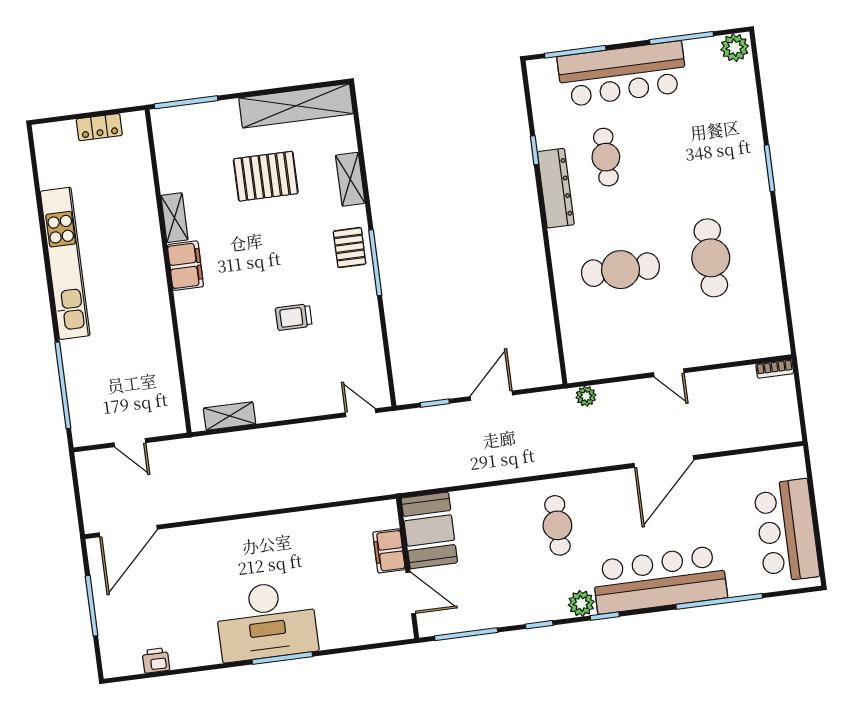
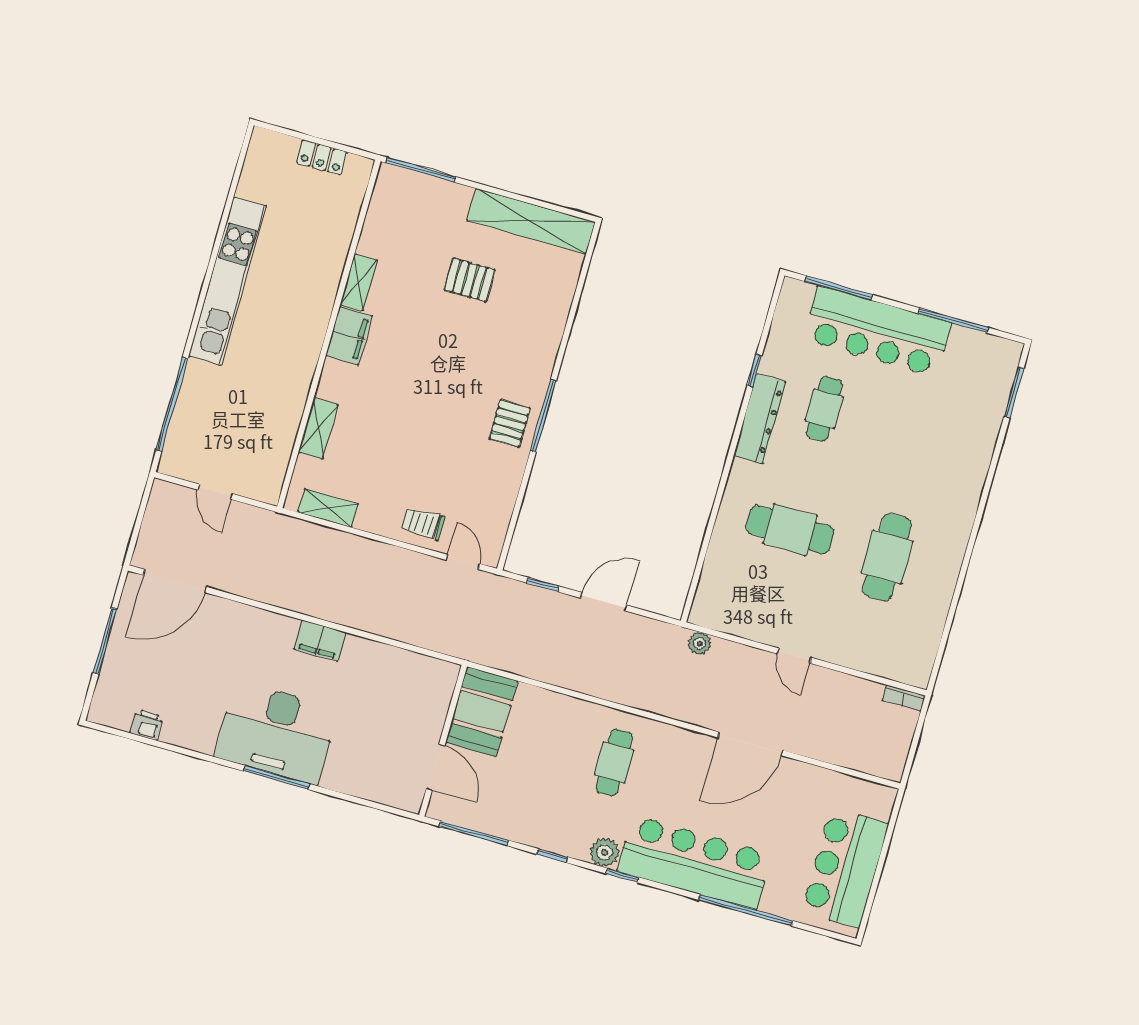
plant: (735, 48) -> (1003, 354), removed
window: (770, 168) -> (1014, 392), moved
pallet: (266, 176) -> (470, 280), width x0.67, depth x0.71
shelving: (350, 179) -> (318, 429), moved
pallet: (350, 248) -> (510, 424), moved
trolley: (294, 317) -> (423, 523), moved
filing cabinet: (389, 551) -> (320, 641), moved, turned -90

